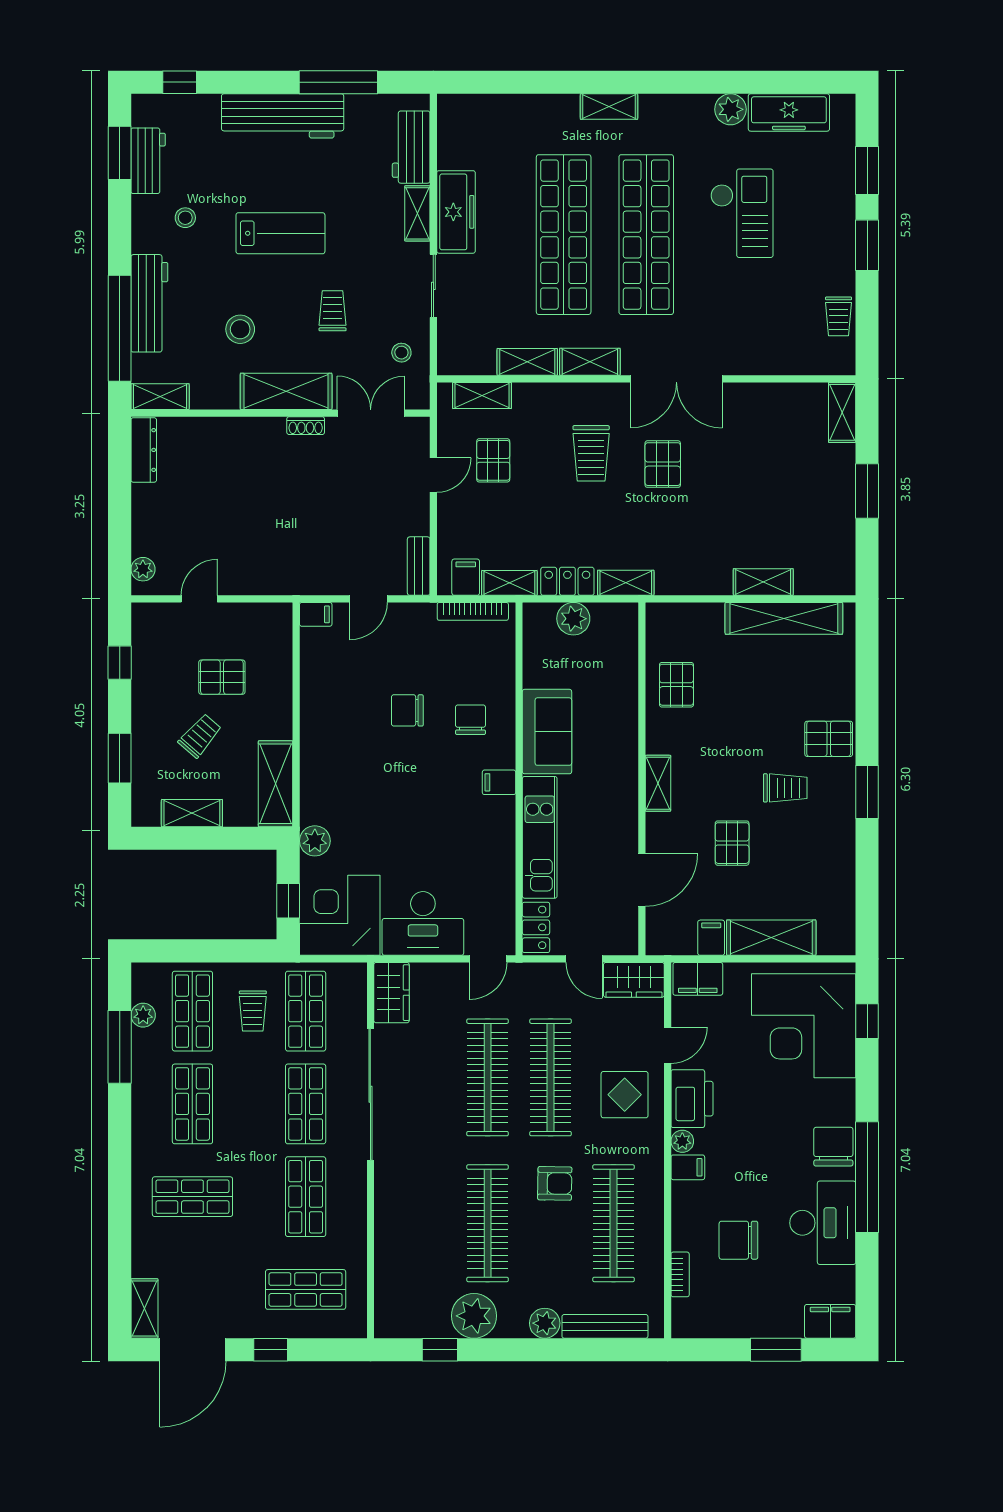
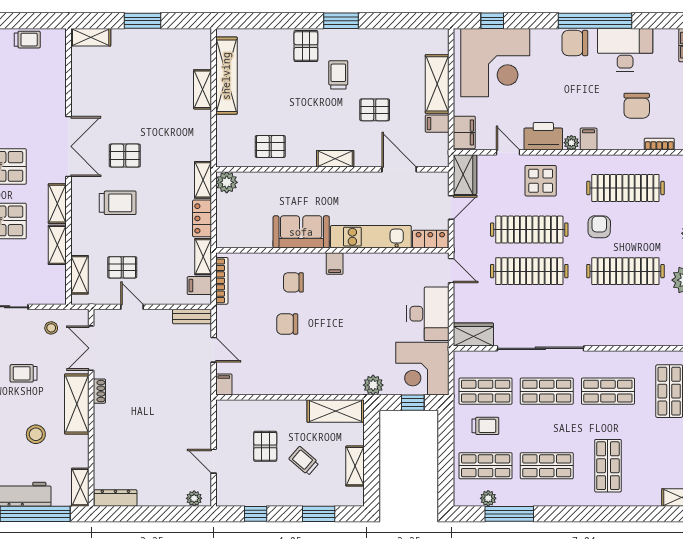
plant: (573, 619) -> (227, 182), moved
chair: (407, 710) -> (287, 324), turned 90

